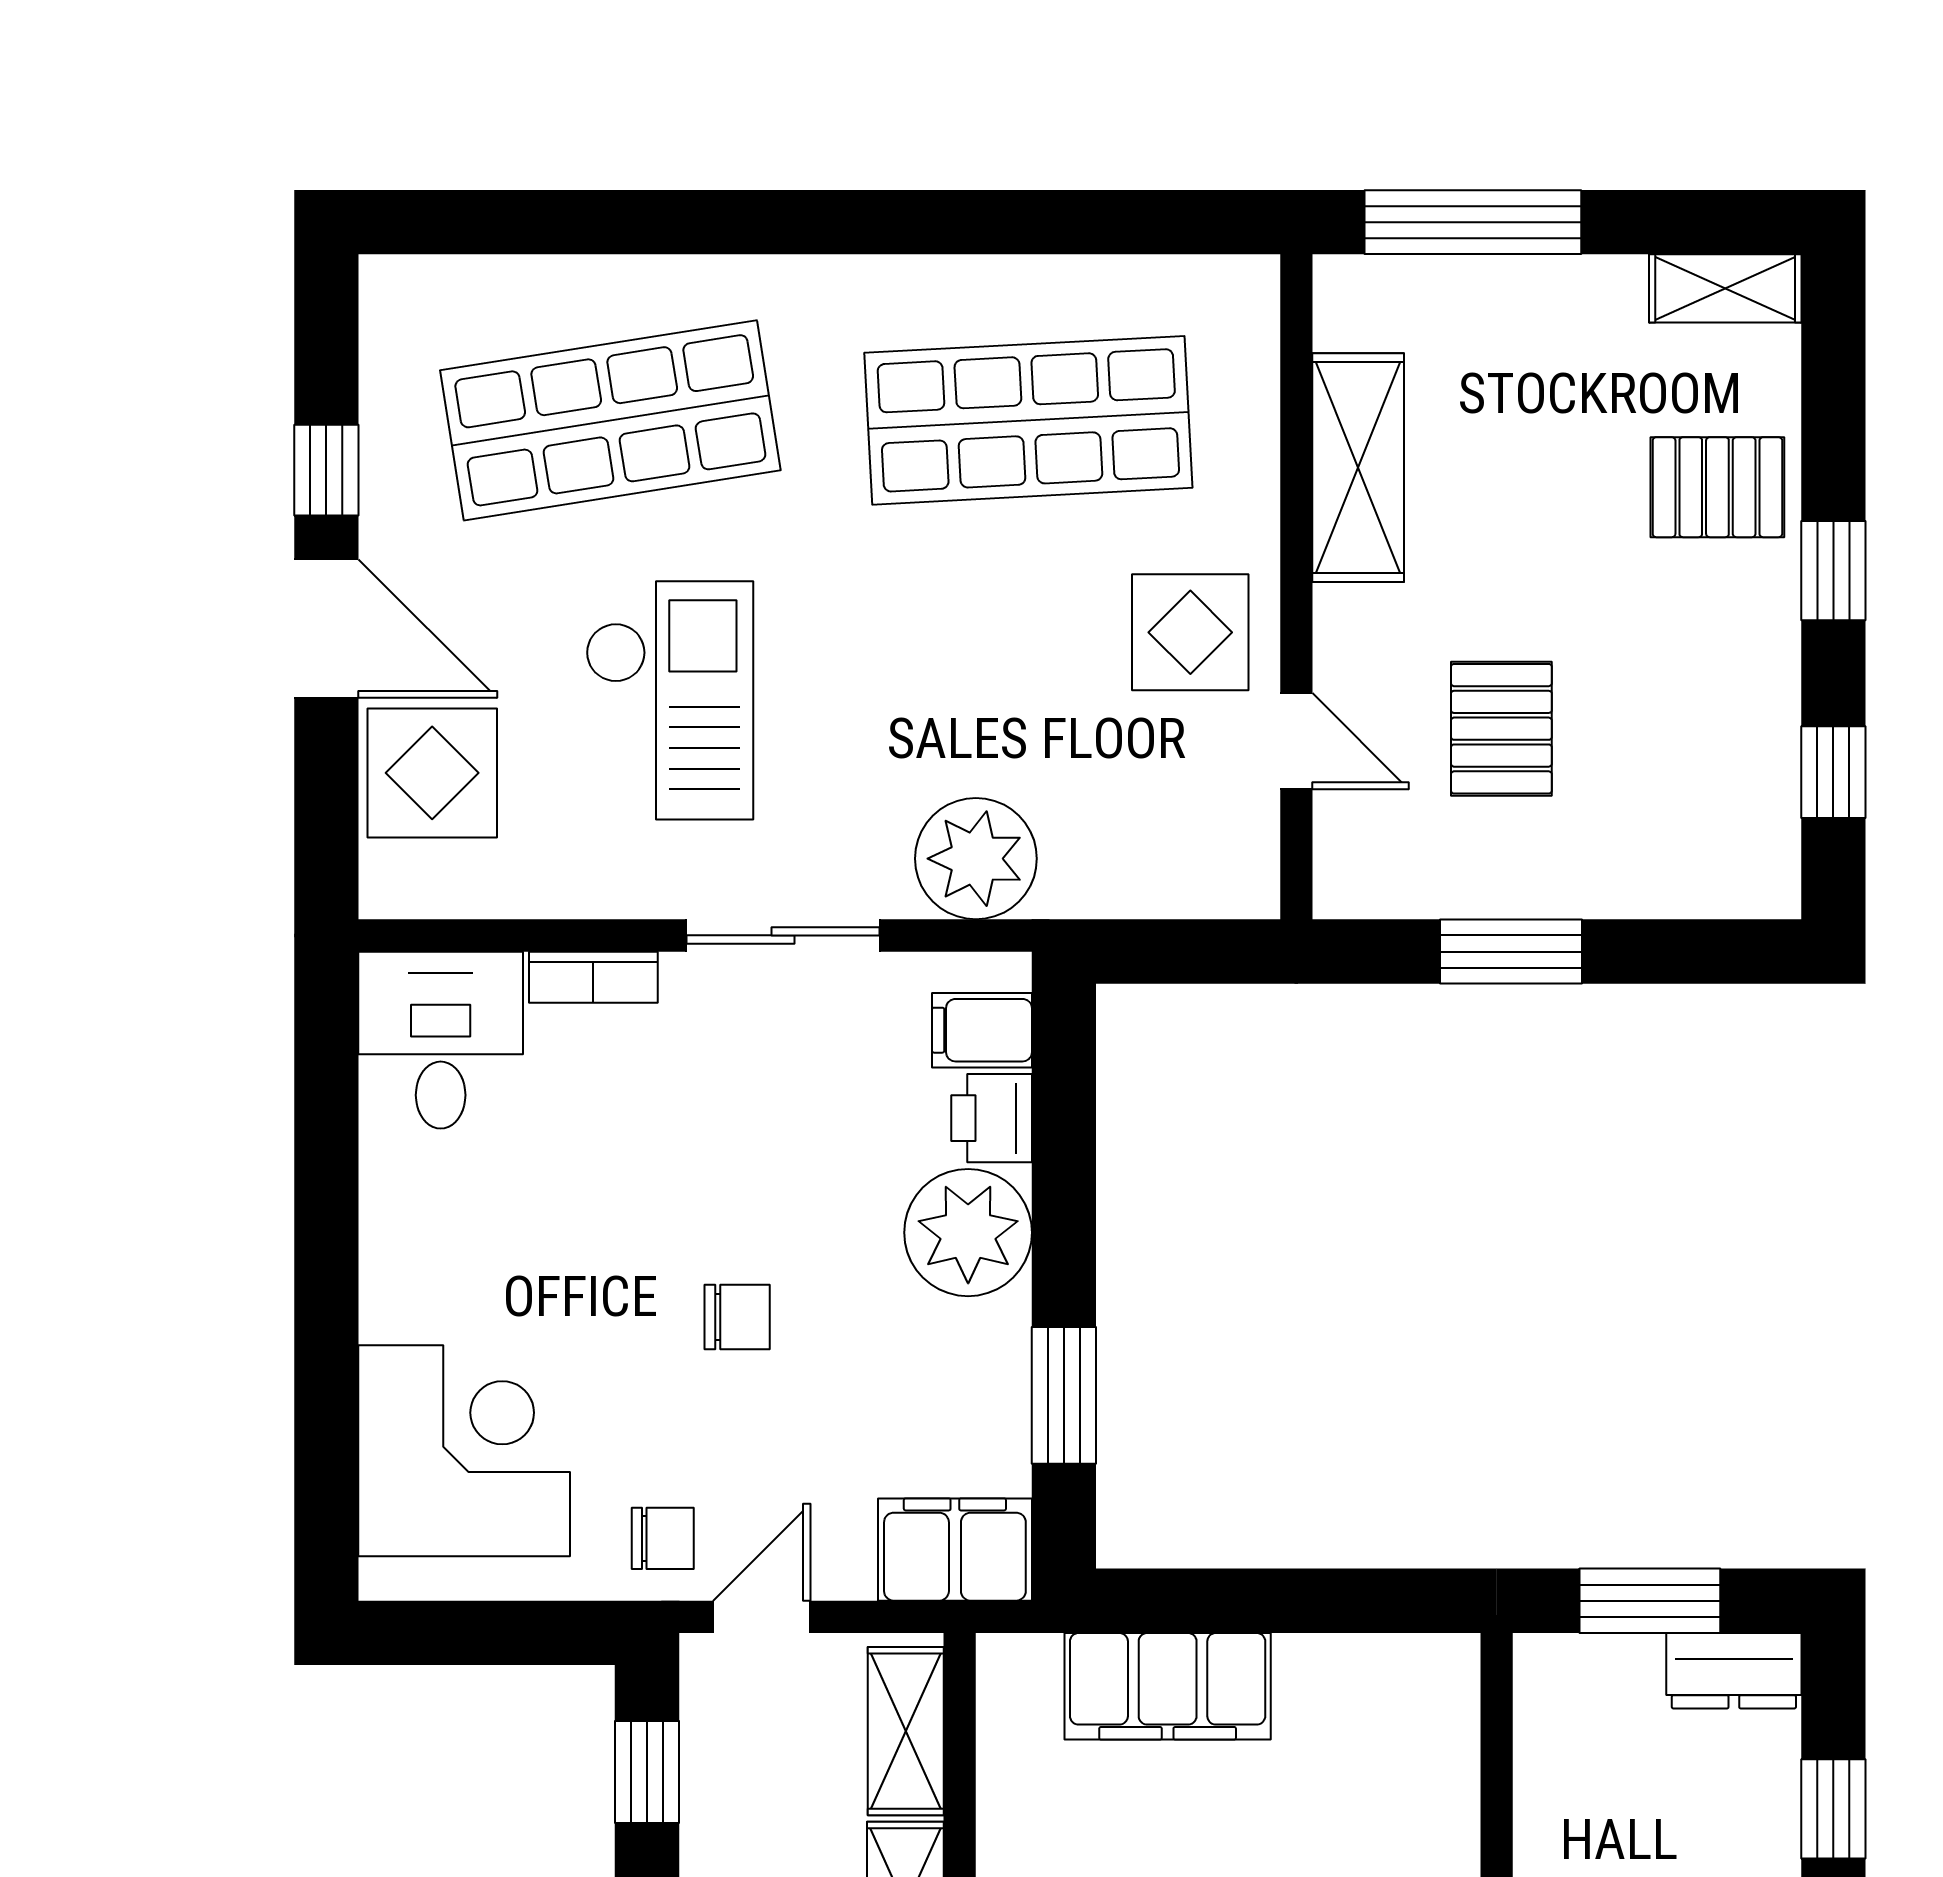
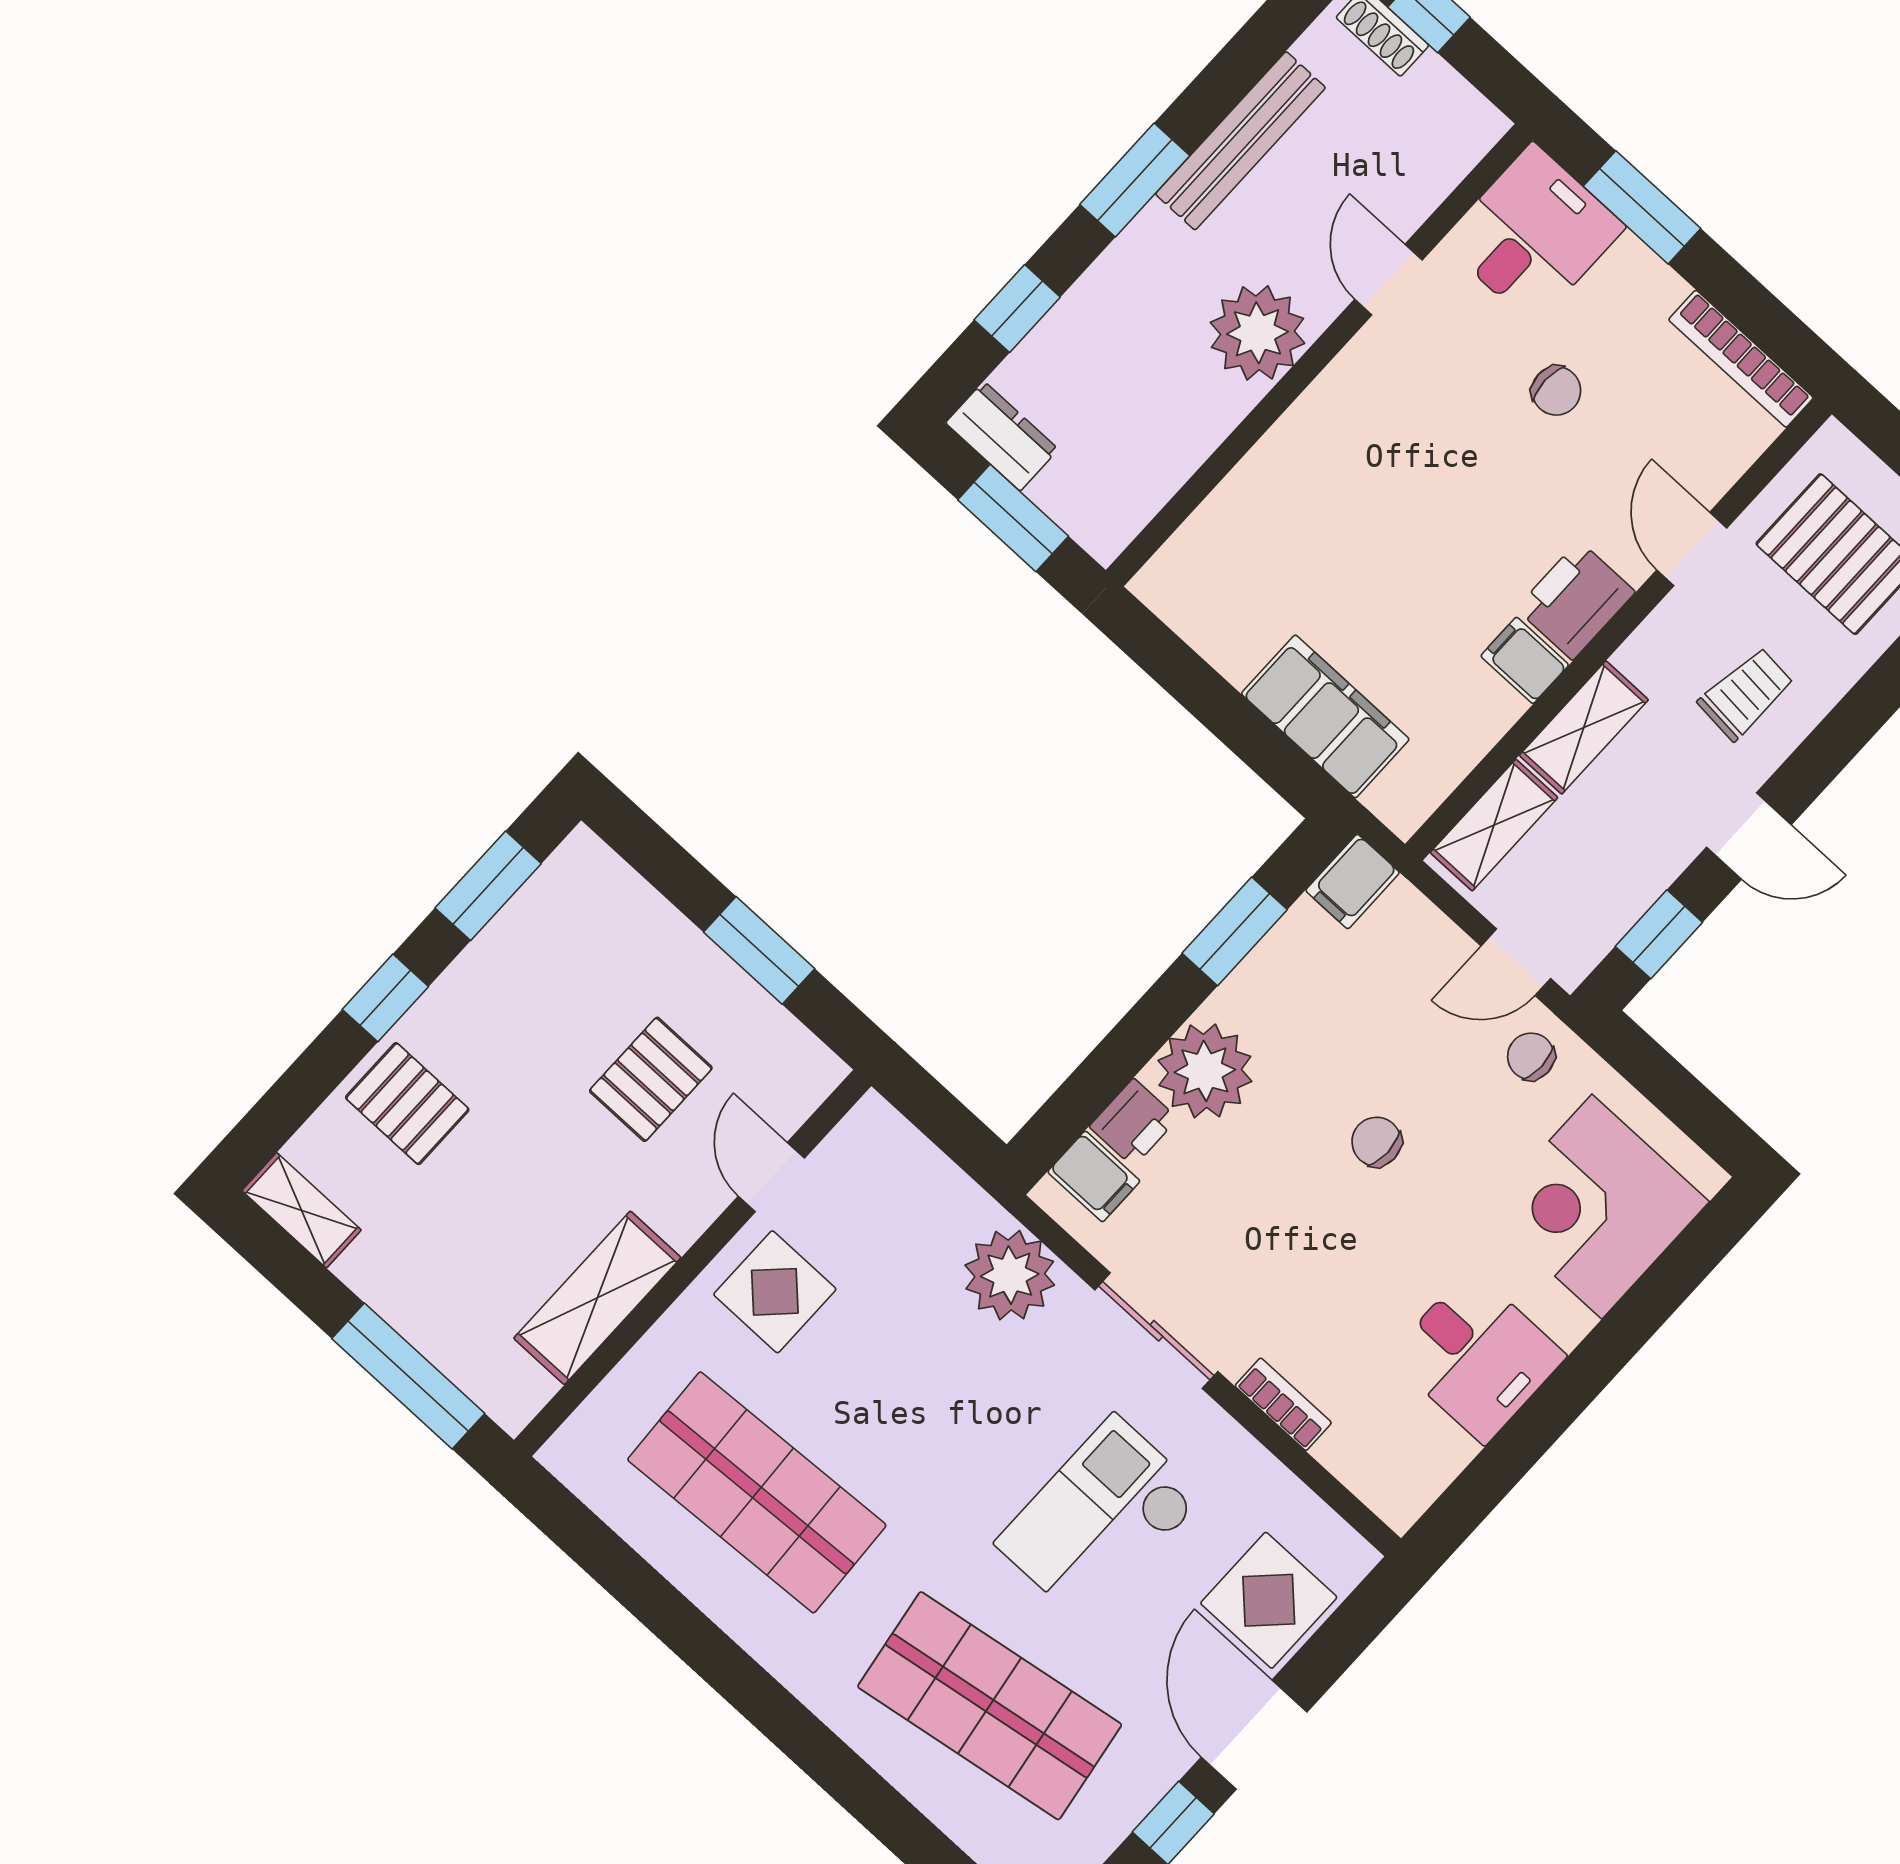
window: (1833, 772) -> (488, 886), width x1.50
desk: (441, 1040) -> (1477, 1356), moved, turned -90
filing cabinet: (955, 1550) -> (1353, 881), width x0.50

